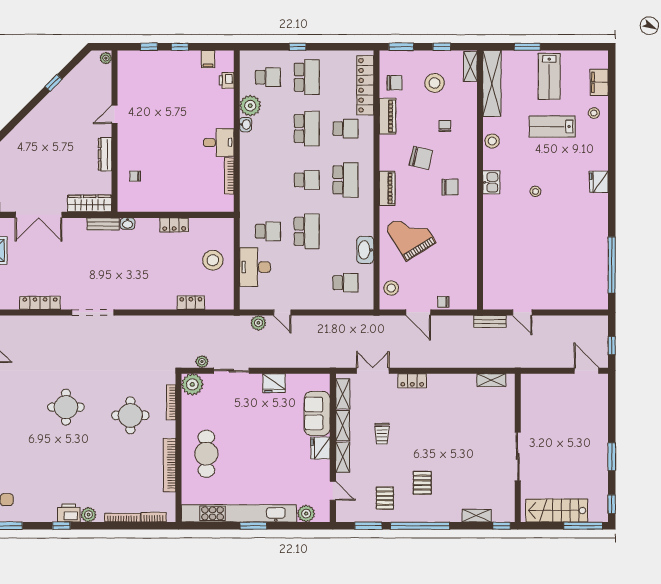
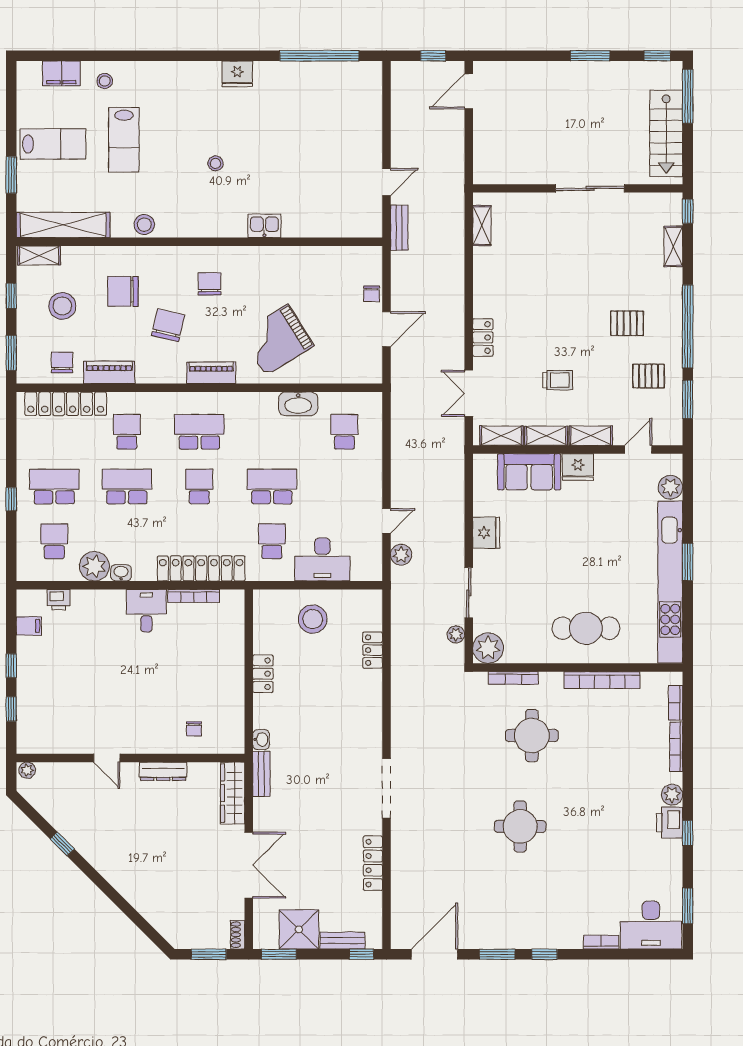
chair: (445, 126) -> (123, 291), width x1.87, depth x1.87
locker: (249, 181) -> (201, 568), added
kitchen sink: (491, 182) -> (264, 226), moved
fridge: (599, 182) -> (237, 74), moved
stool: (391, 288) -> (352, 367), removed

